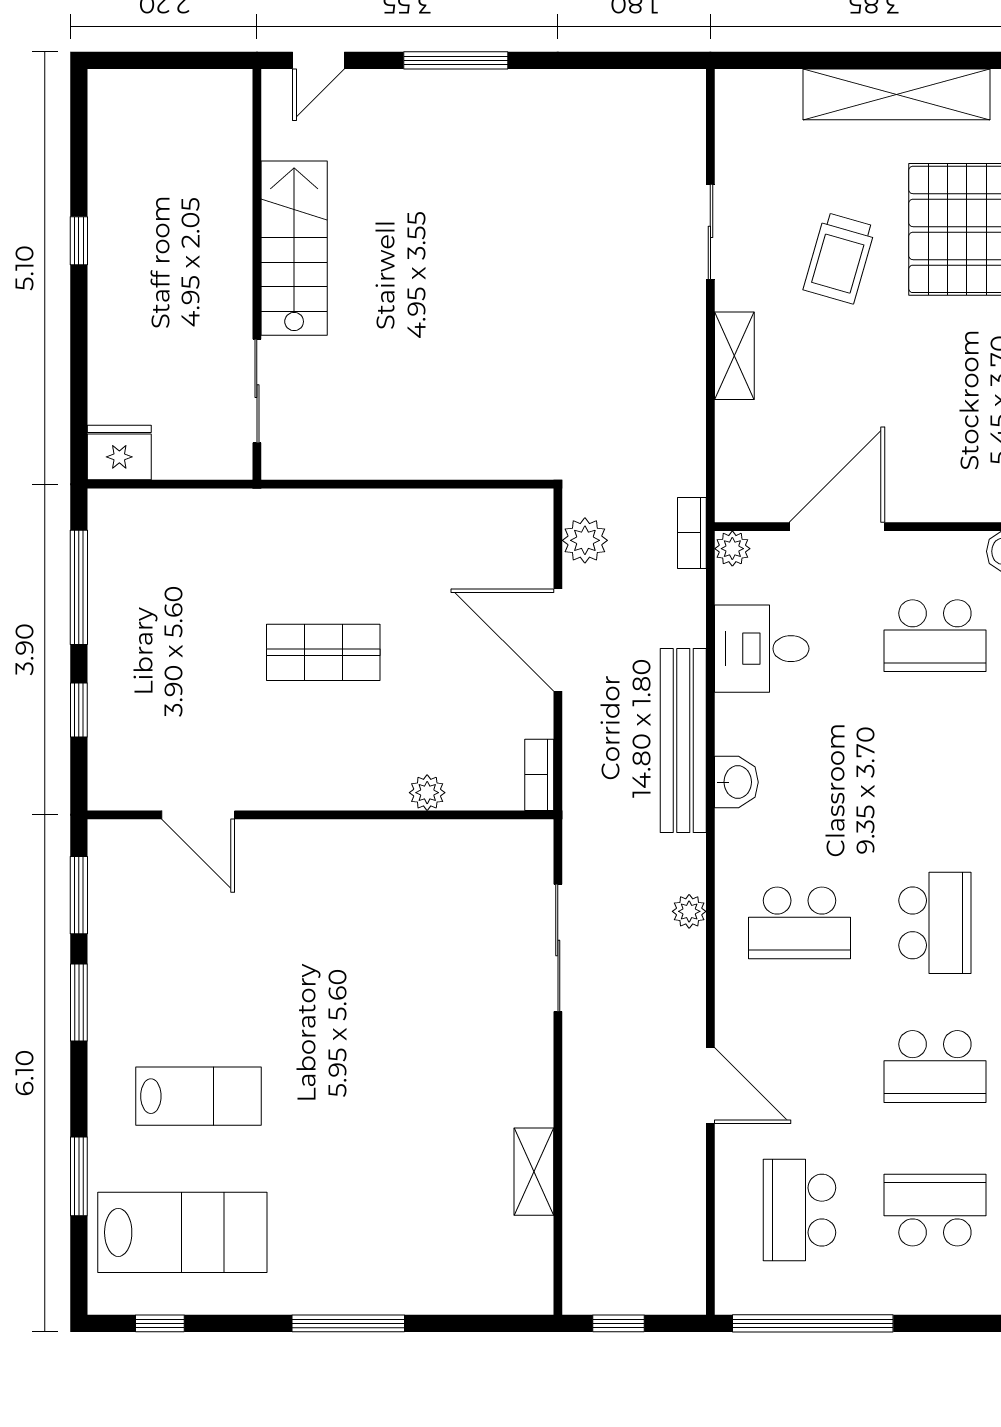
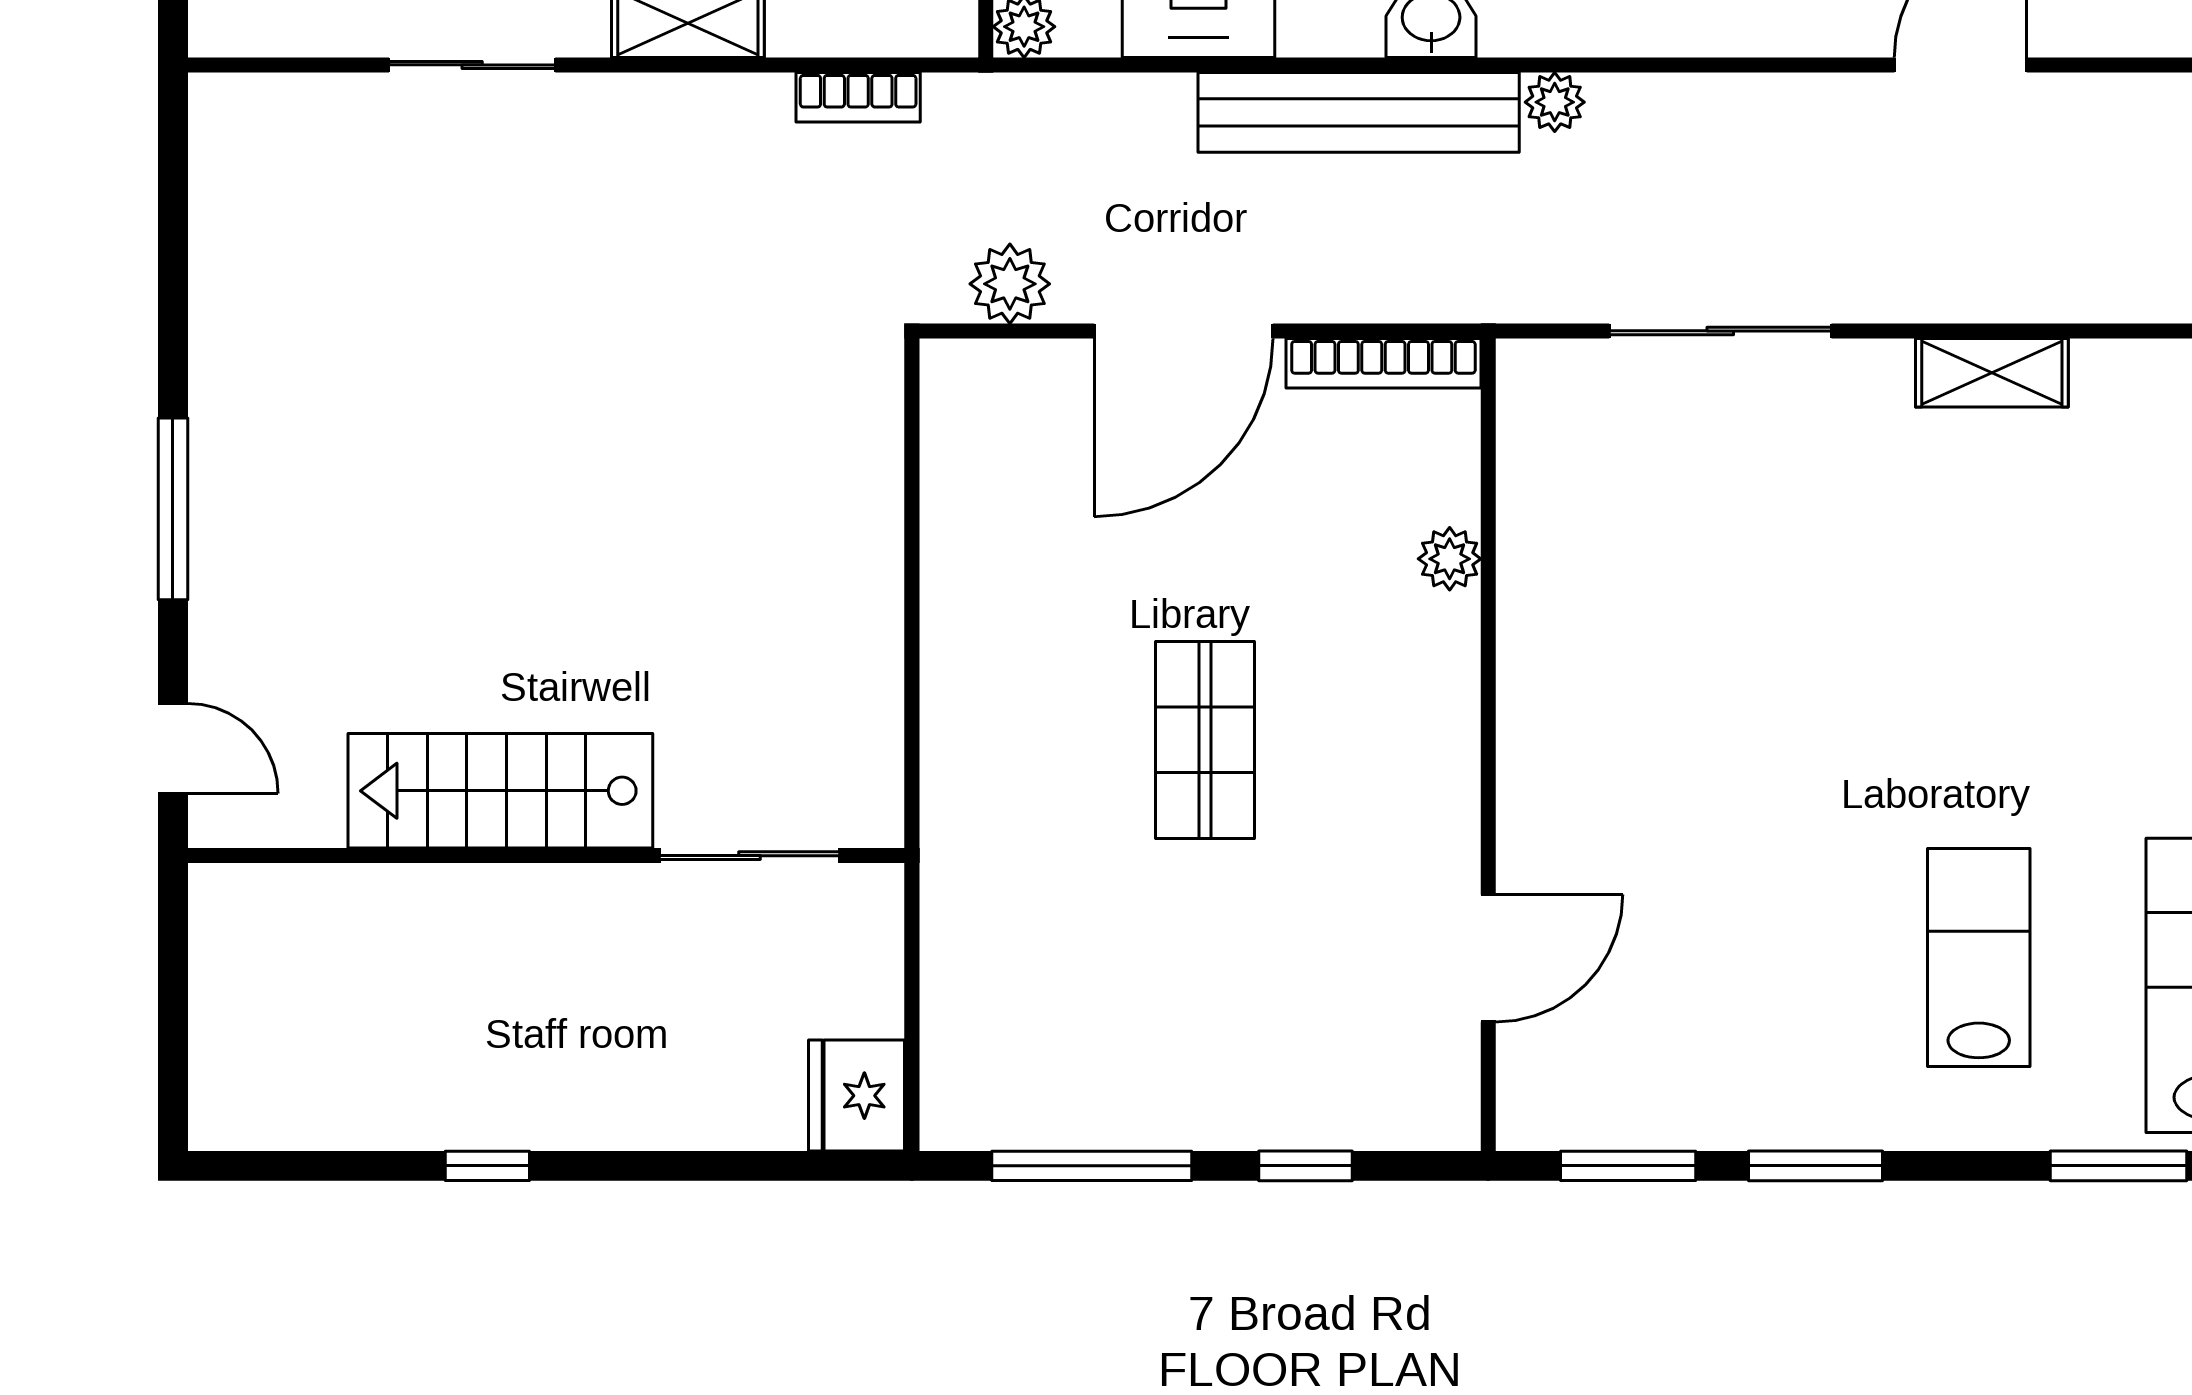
bookcase: (692, 533) -> (858, 97), moved
bookcase: (539, 775) -> (1383, 363), width x1.56
plant: (689, 911) -> (1555, 102), moved
shelving: (534, 1172) -> (1992, 373), moved

